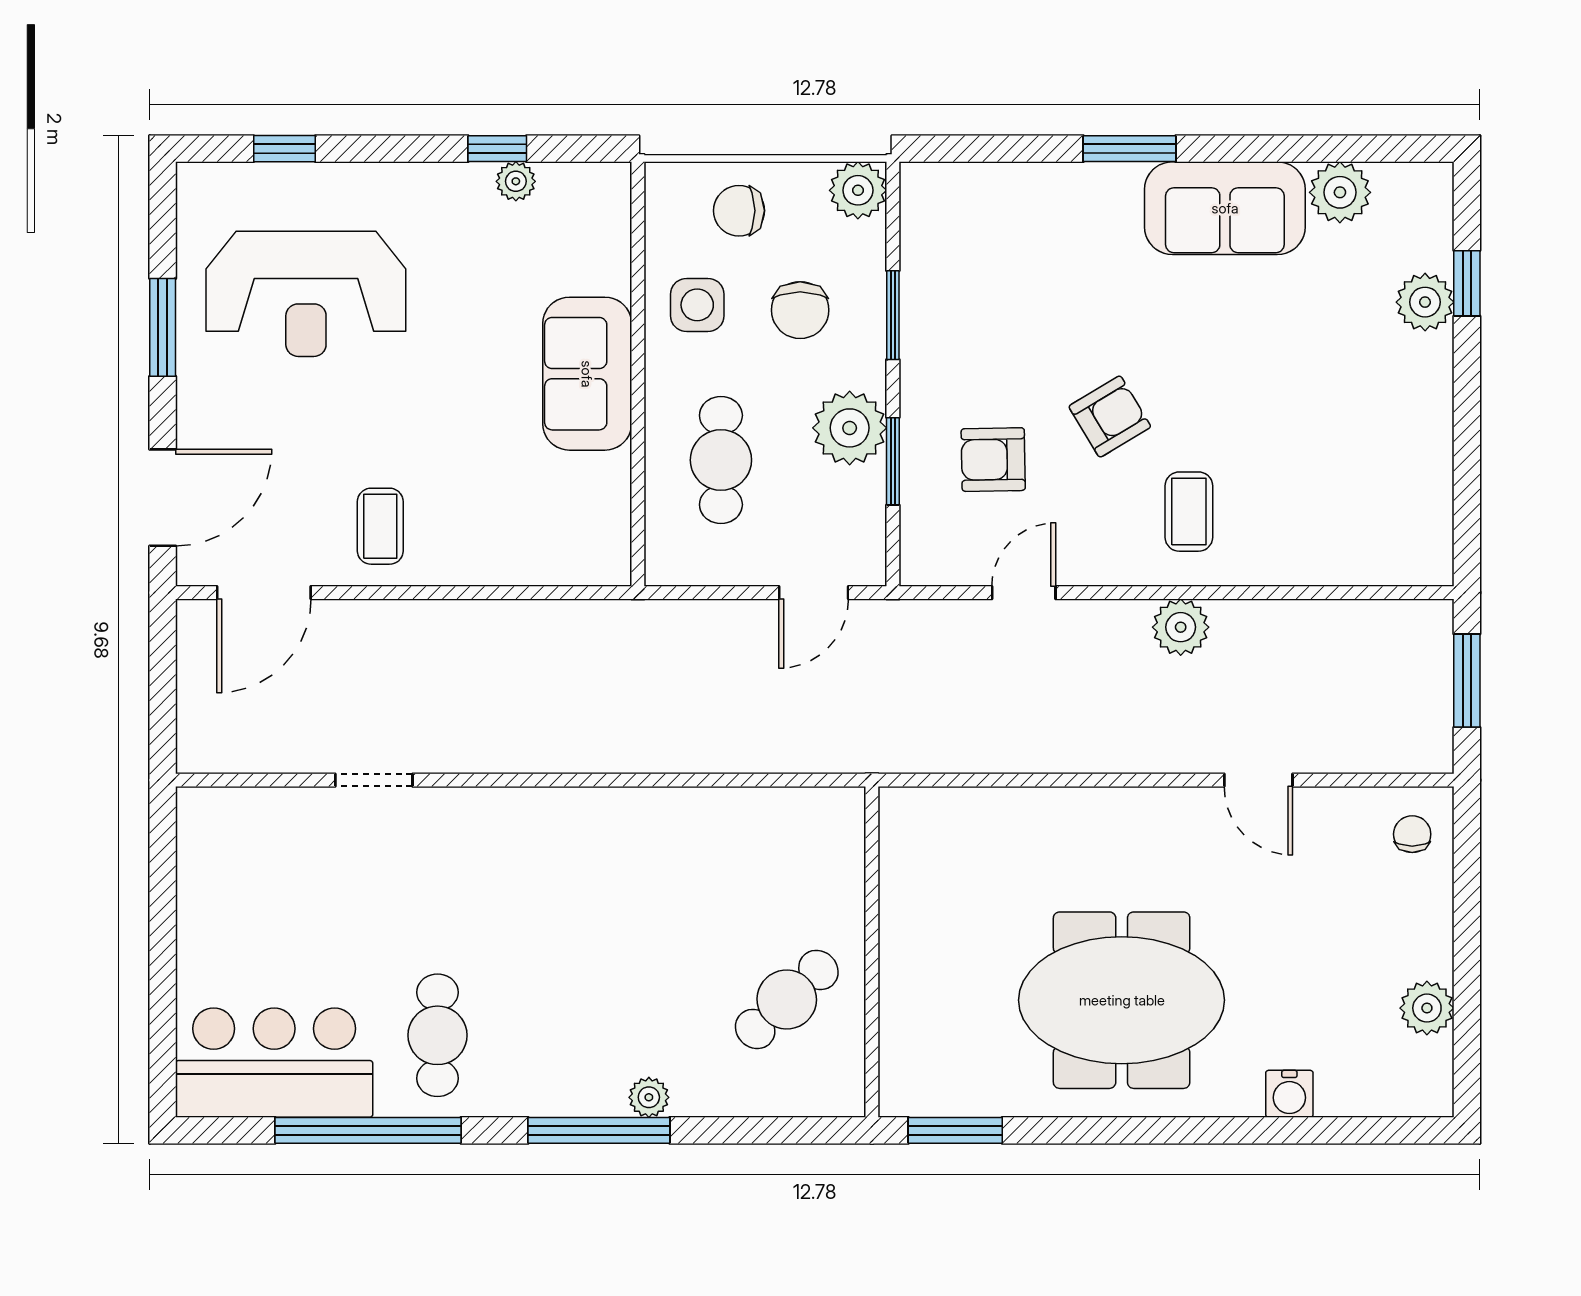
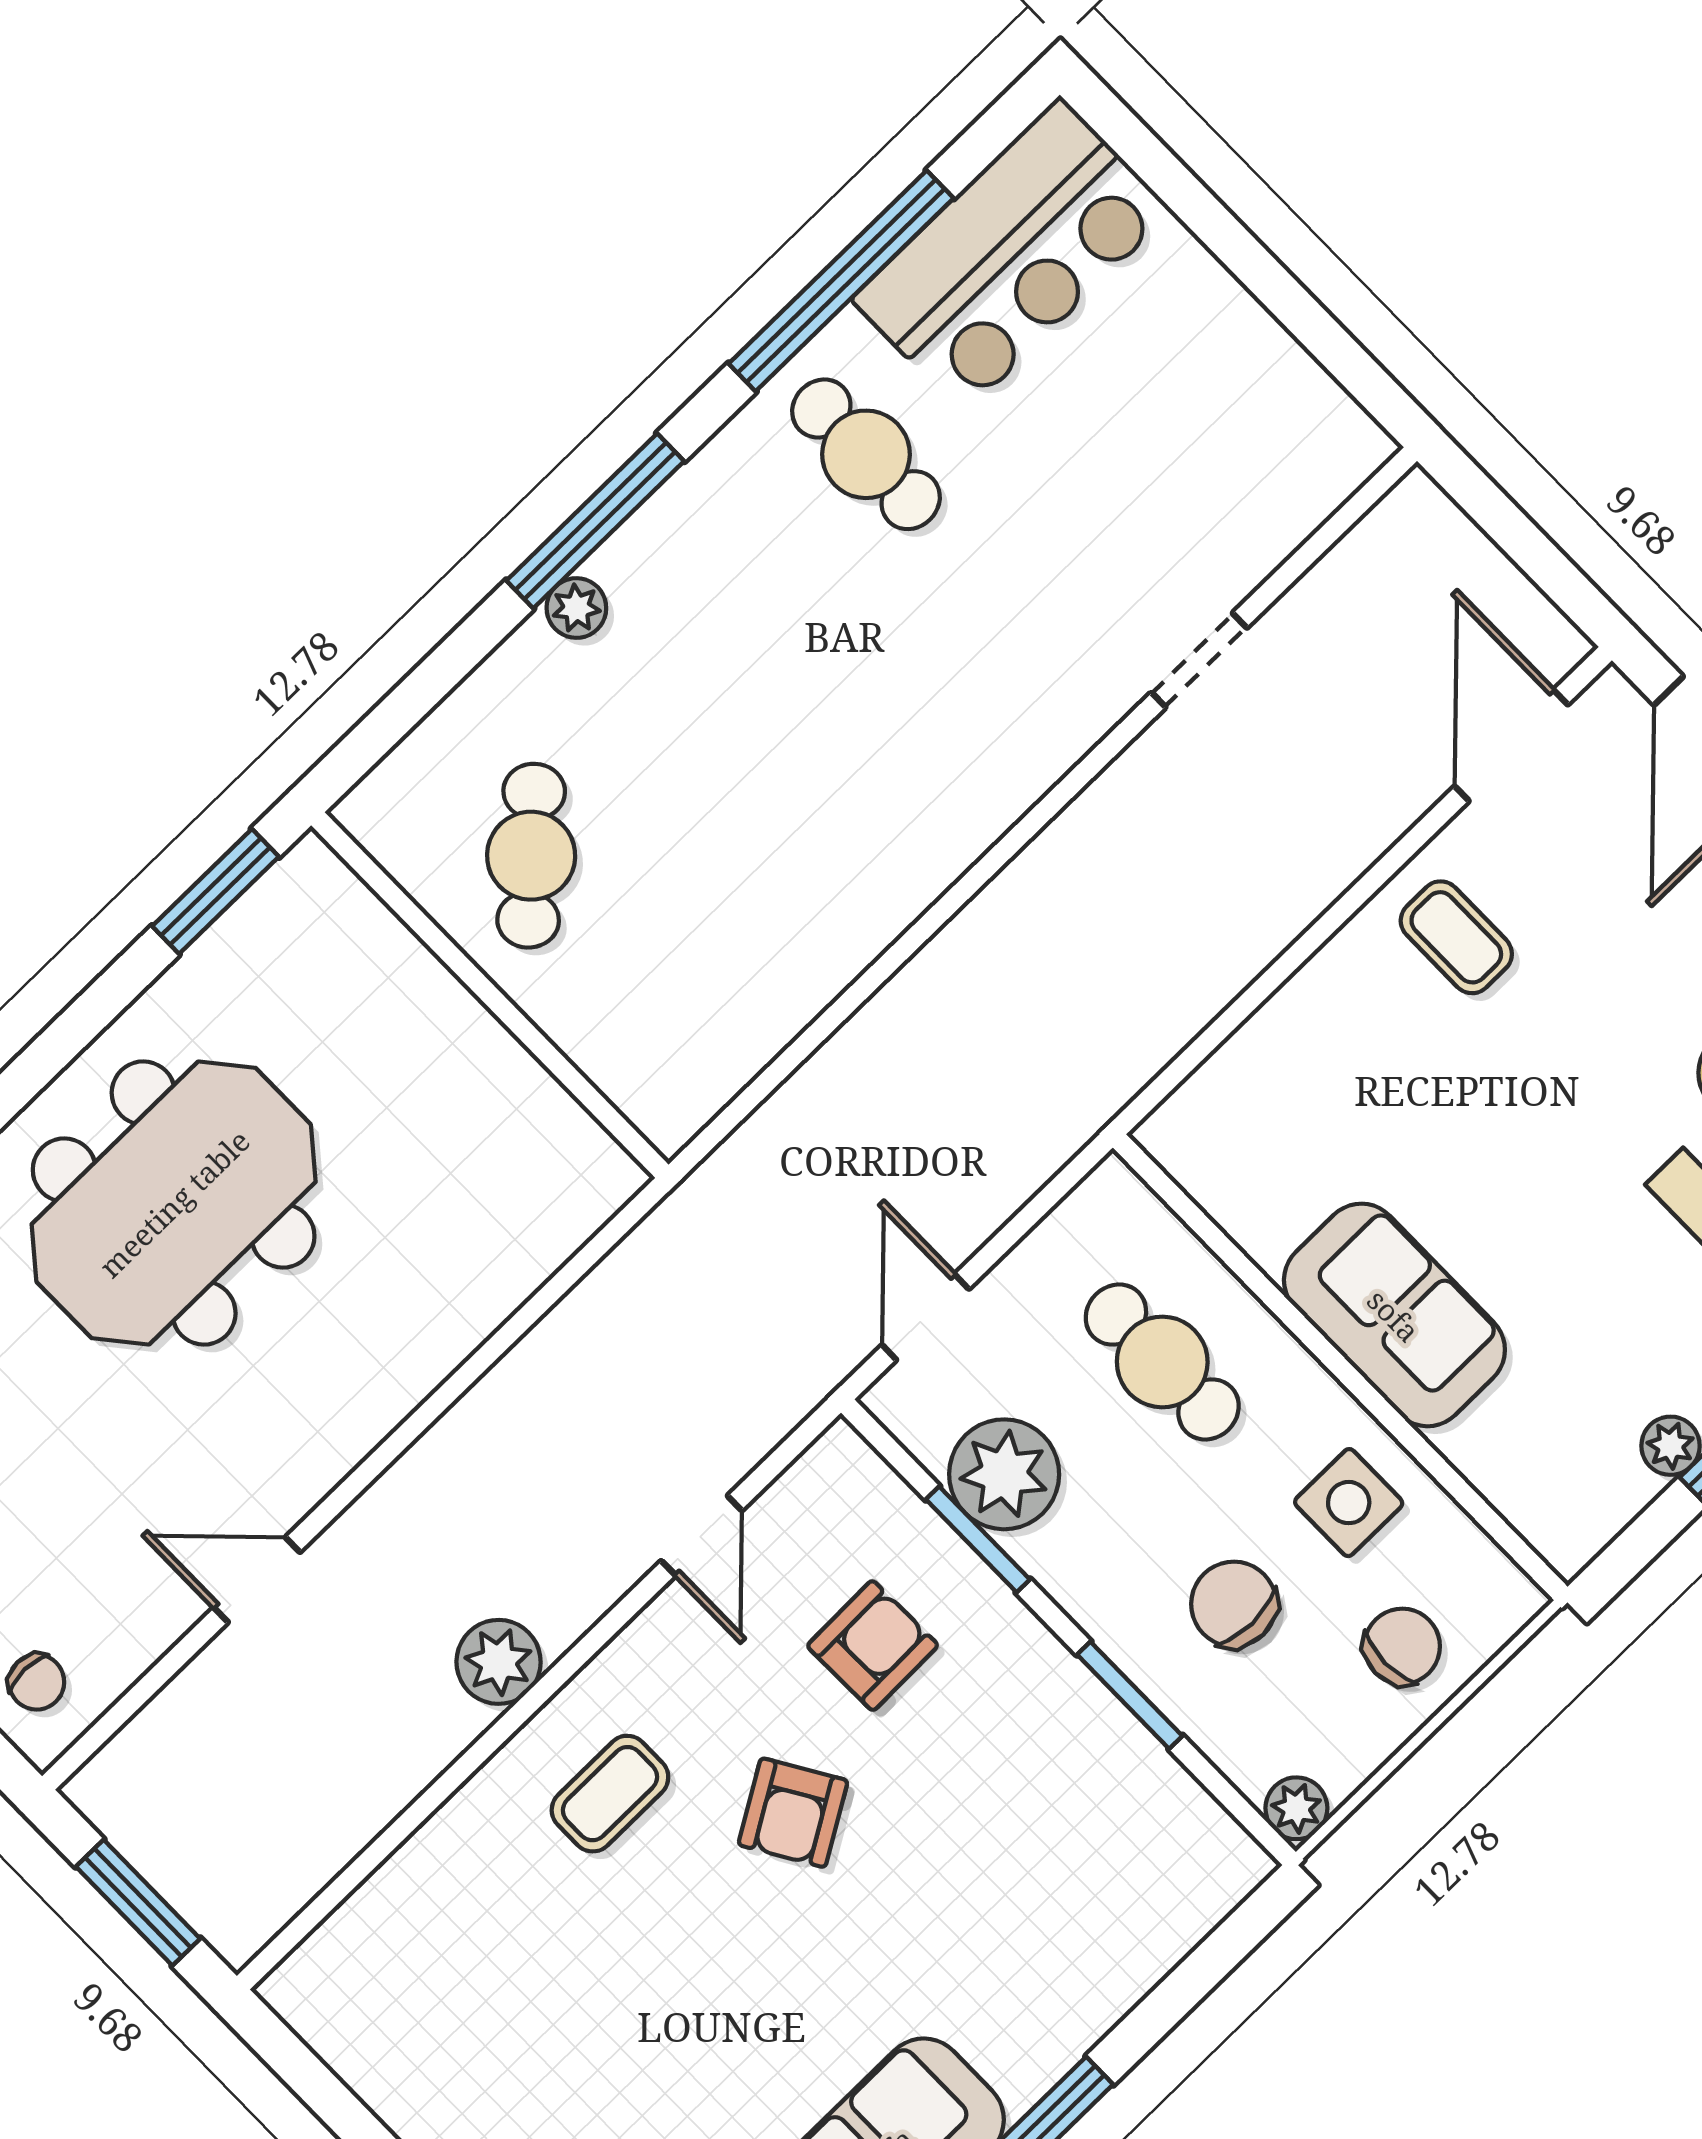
plant: (858, 190) -> (1296, 1808), width x0.73, depth x0.73
plant: (850, 428) -> (1004, 1474), moved
coffee table: (1189, 512) -> (610, 1794), turned 90

